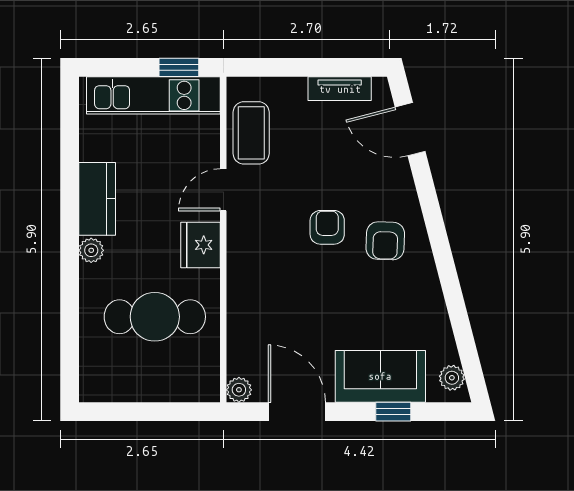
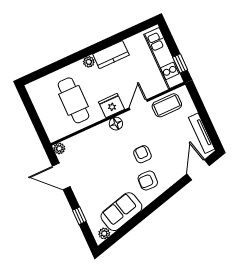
tv unit: (340, 89) -> (202, 133), width x1.41
door: (223, 190) -> (138, 105), hinge flipped
armchair: (327, 227) -> (142, 154), turned -90
floor lamp: (241, 253) -> (116, 124), added
sofa: (380, 376) -> (121, 212), moved, turned -105
door: (297, 412) -> (61, 176), swing flipped

